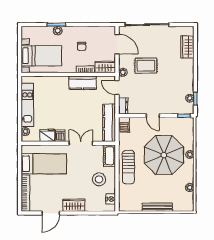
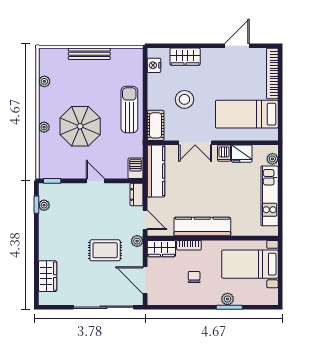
kitchen counter: (83, 83) -> (202, 227), width x1.50
parasol: (164, 155) -> (80, 126), width x0.73, depth x0.73
stool: (99, 179) -> (184, 99), moved
wardrobe: (74, 205) -> (185, 57), moved

